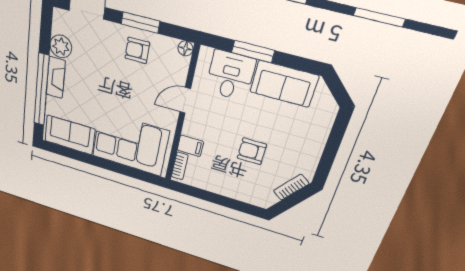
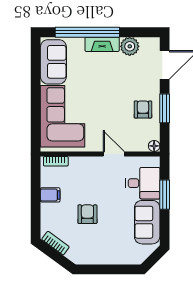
filing cabinet: (190, 146) -> (50, 195), moved, turned -90
bookcase: (291, 187) -> (55, 243), moved

